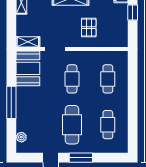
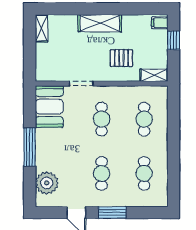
pallet: (89, 28) -> (121, 58), turned 90
shelving: (28, 42) -> (154, 75), moved
cafe table: (72, 125) -> (102, 173), width x0.73, depth x0.74
plant: (21, 137) -> (47, 183), width x1.87, depth x1.87

